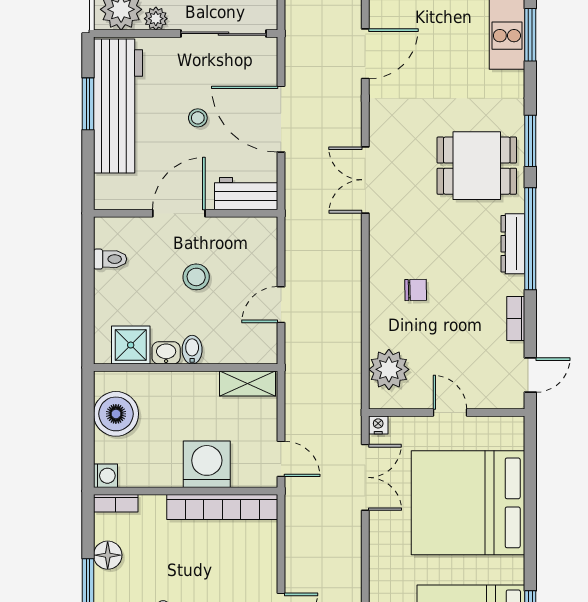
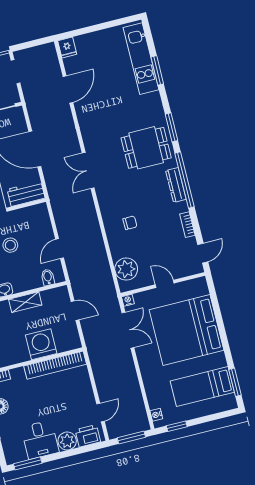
door: (365, 54) -> (68, 89), moved
bidet: (192, 350) -> (48, 277), moved
shelving: (247, 384) -> (25, 302), moved
door: (281, 459) -> (75, 311), moved

